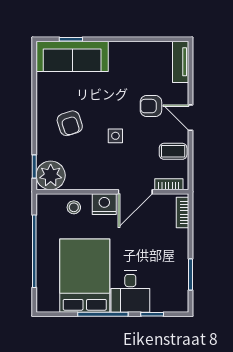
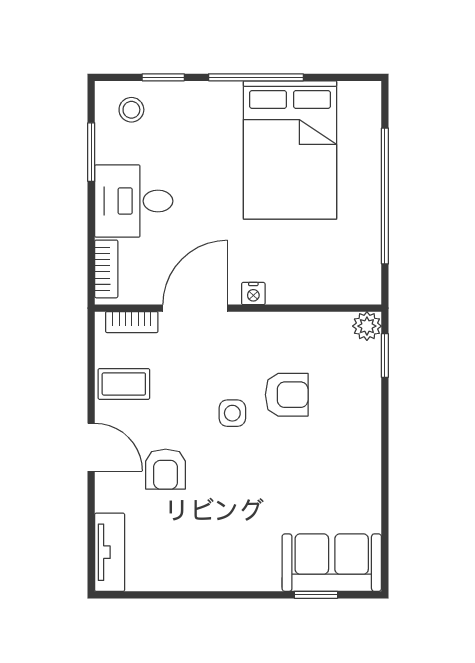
sofa: (72, 56) -> (332, 563), width x0.73
armchair: (151, 106) -> (166, 469), turned 90
armchair: (70, 123) -> (287, 395), moved, turned 108
plant: (51, 175) -> (367, 326), width x0.53, depth x0.53
nightstand: (104, 204) -> (253, 294), width x0.53, depth x0.56
stool: (74, 207) -> (131, 110), moved
desk: (130, 292) -> (134, 201), moved, turned -90

